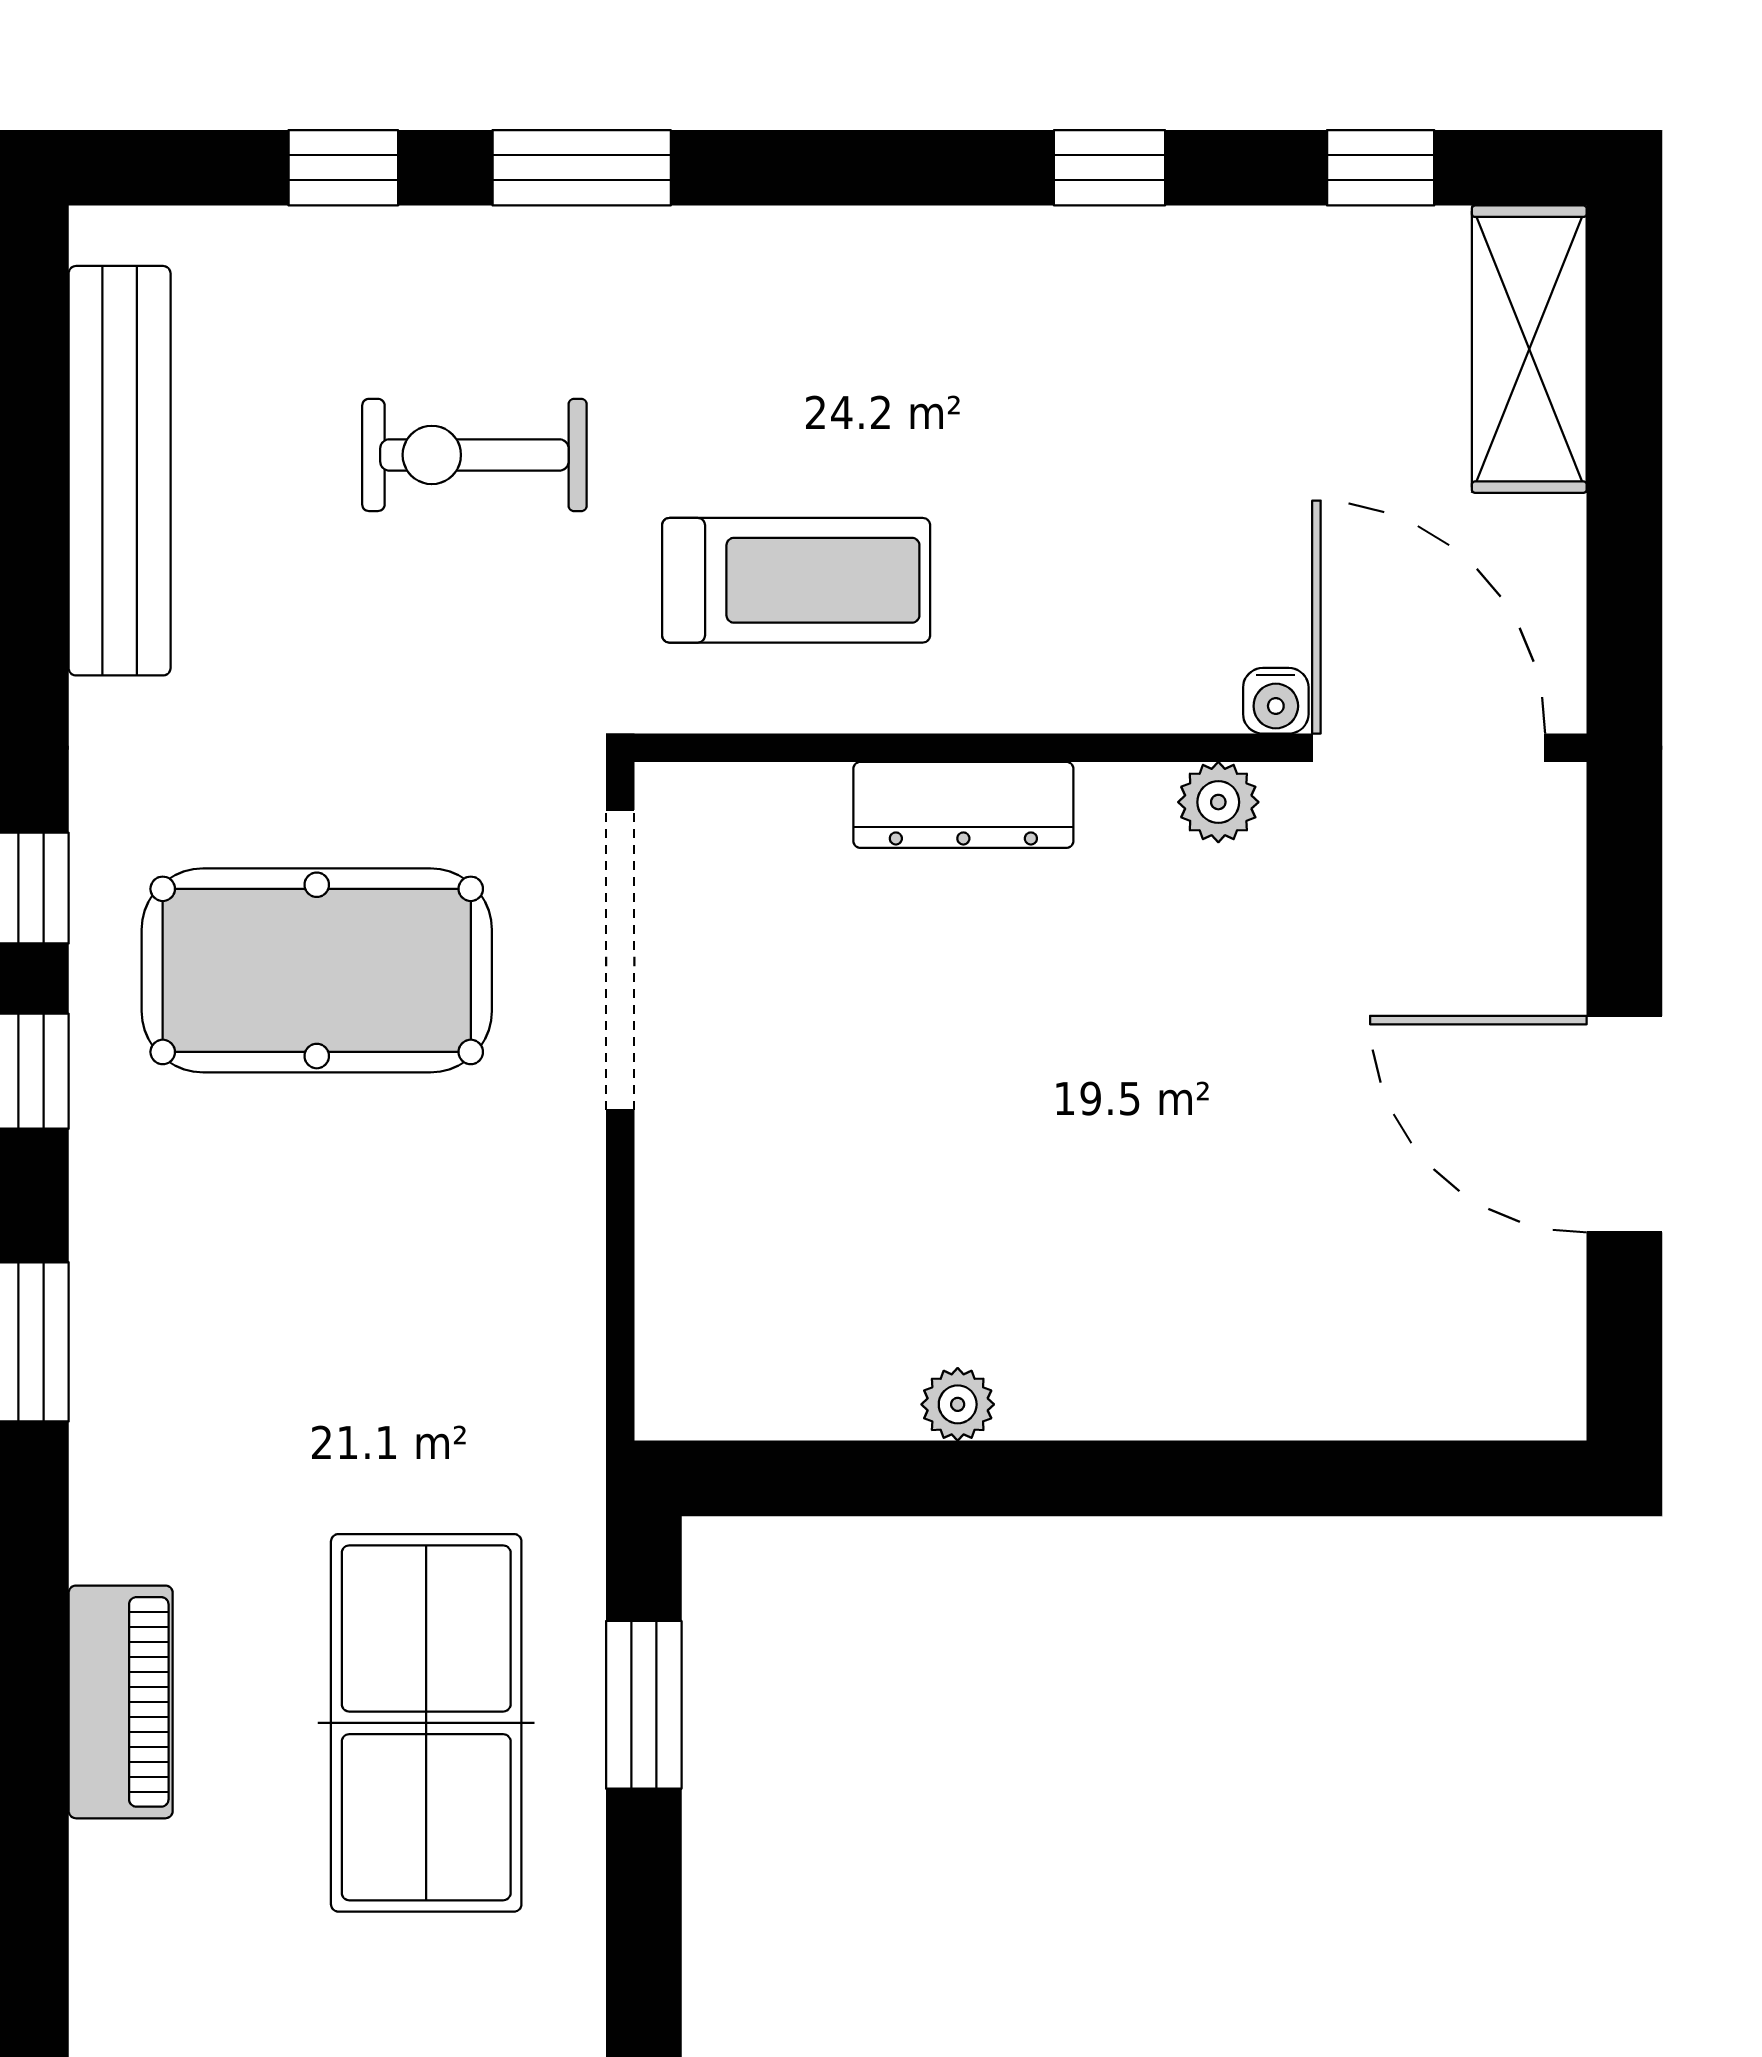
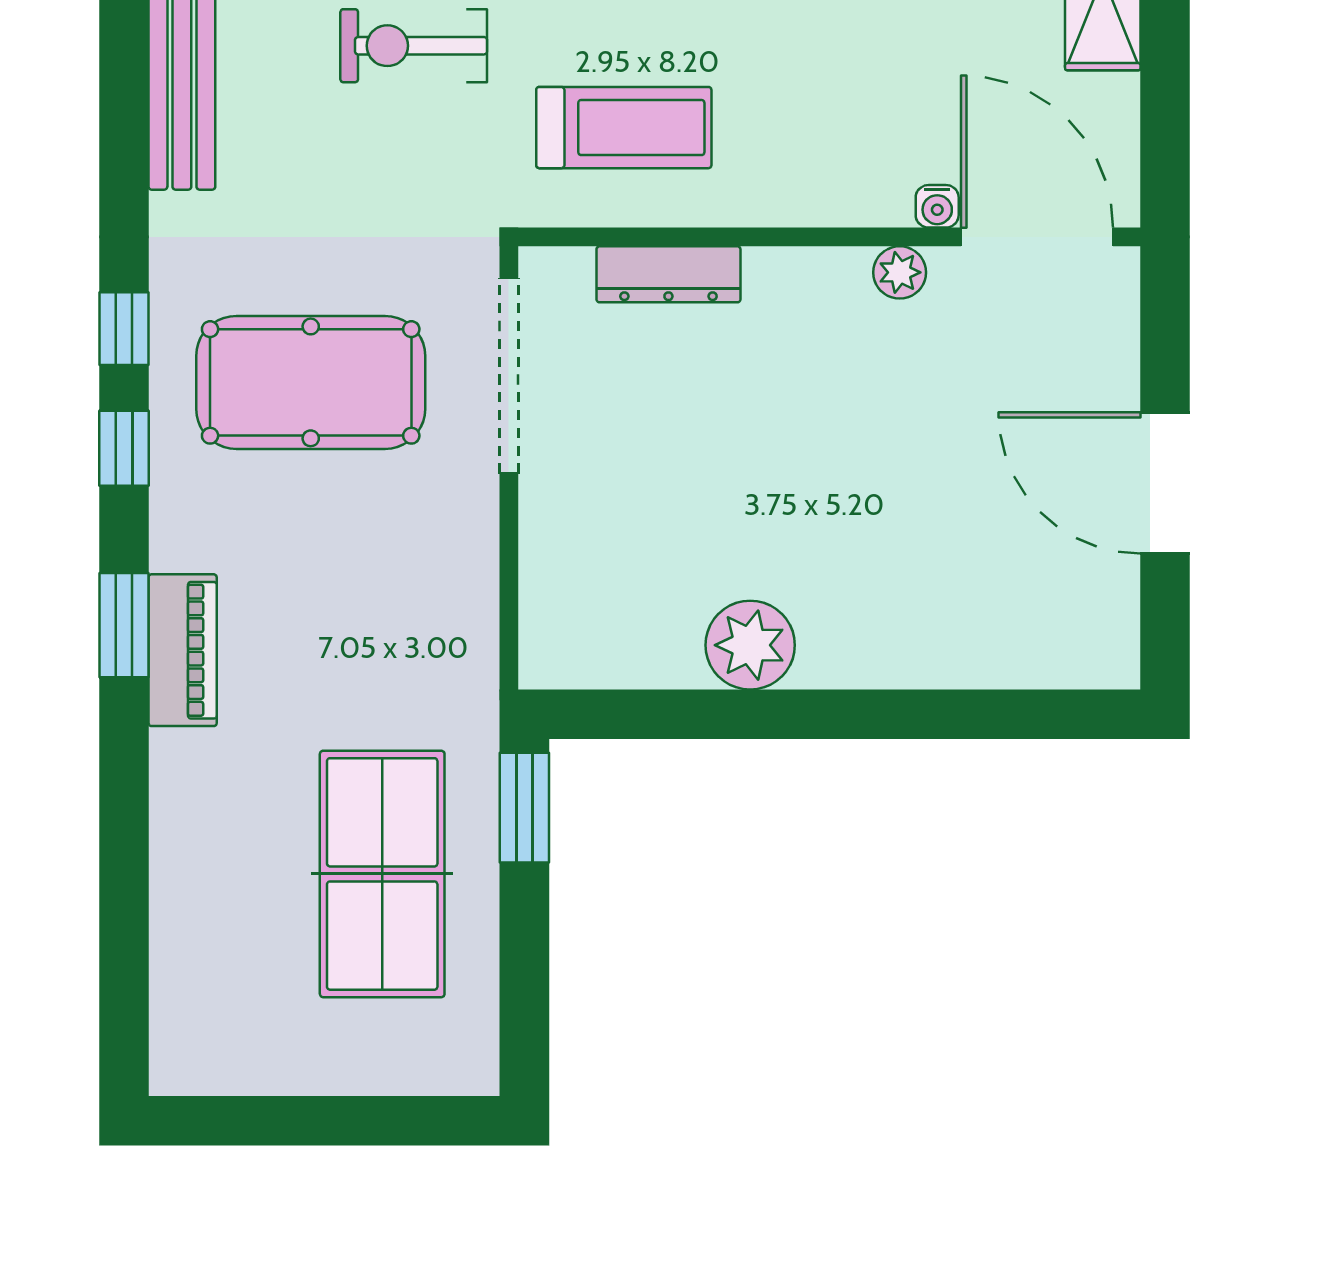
dresser: (963, 805) -> (668, 274), moved
plant: (958, 1404) -> (750, 645), width x1.88, depth x1.88
piano: (121, 1702) -> (183, 650), moved
window: (644, 1705) -> (524, 808), moved

